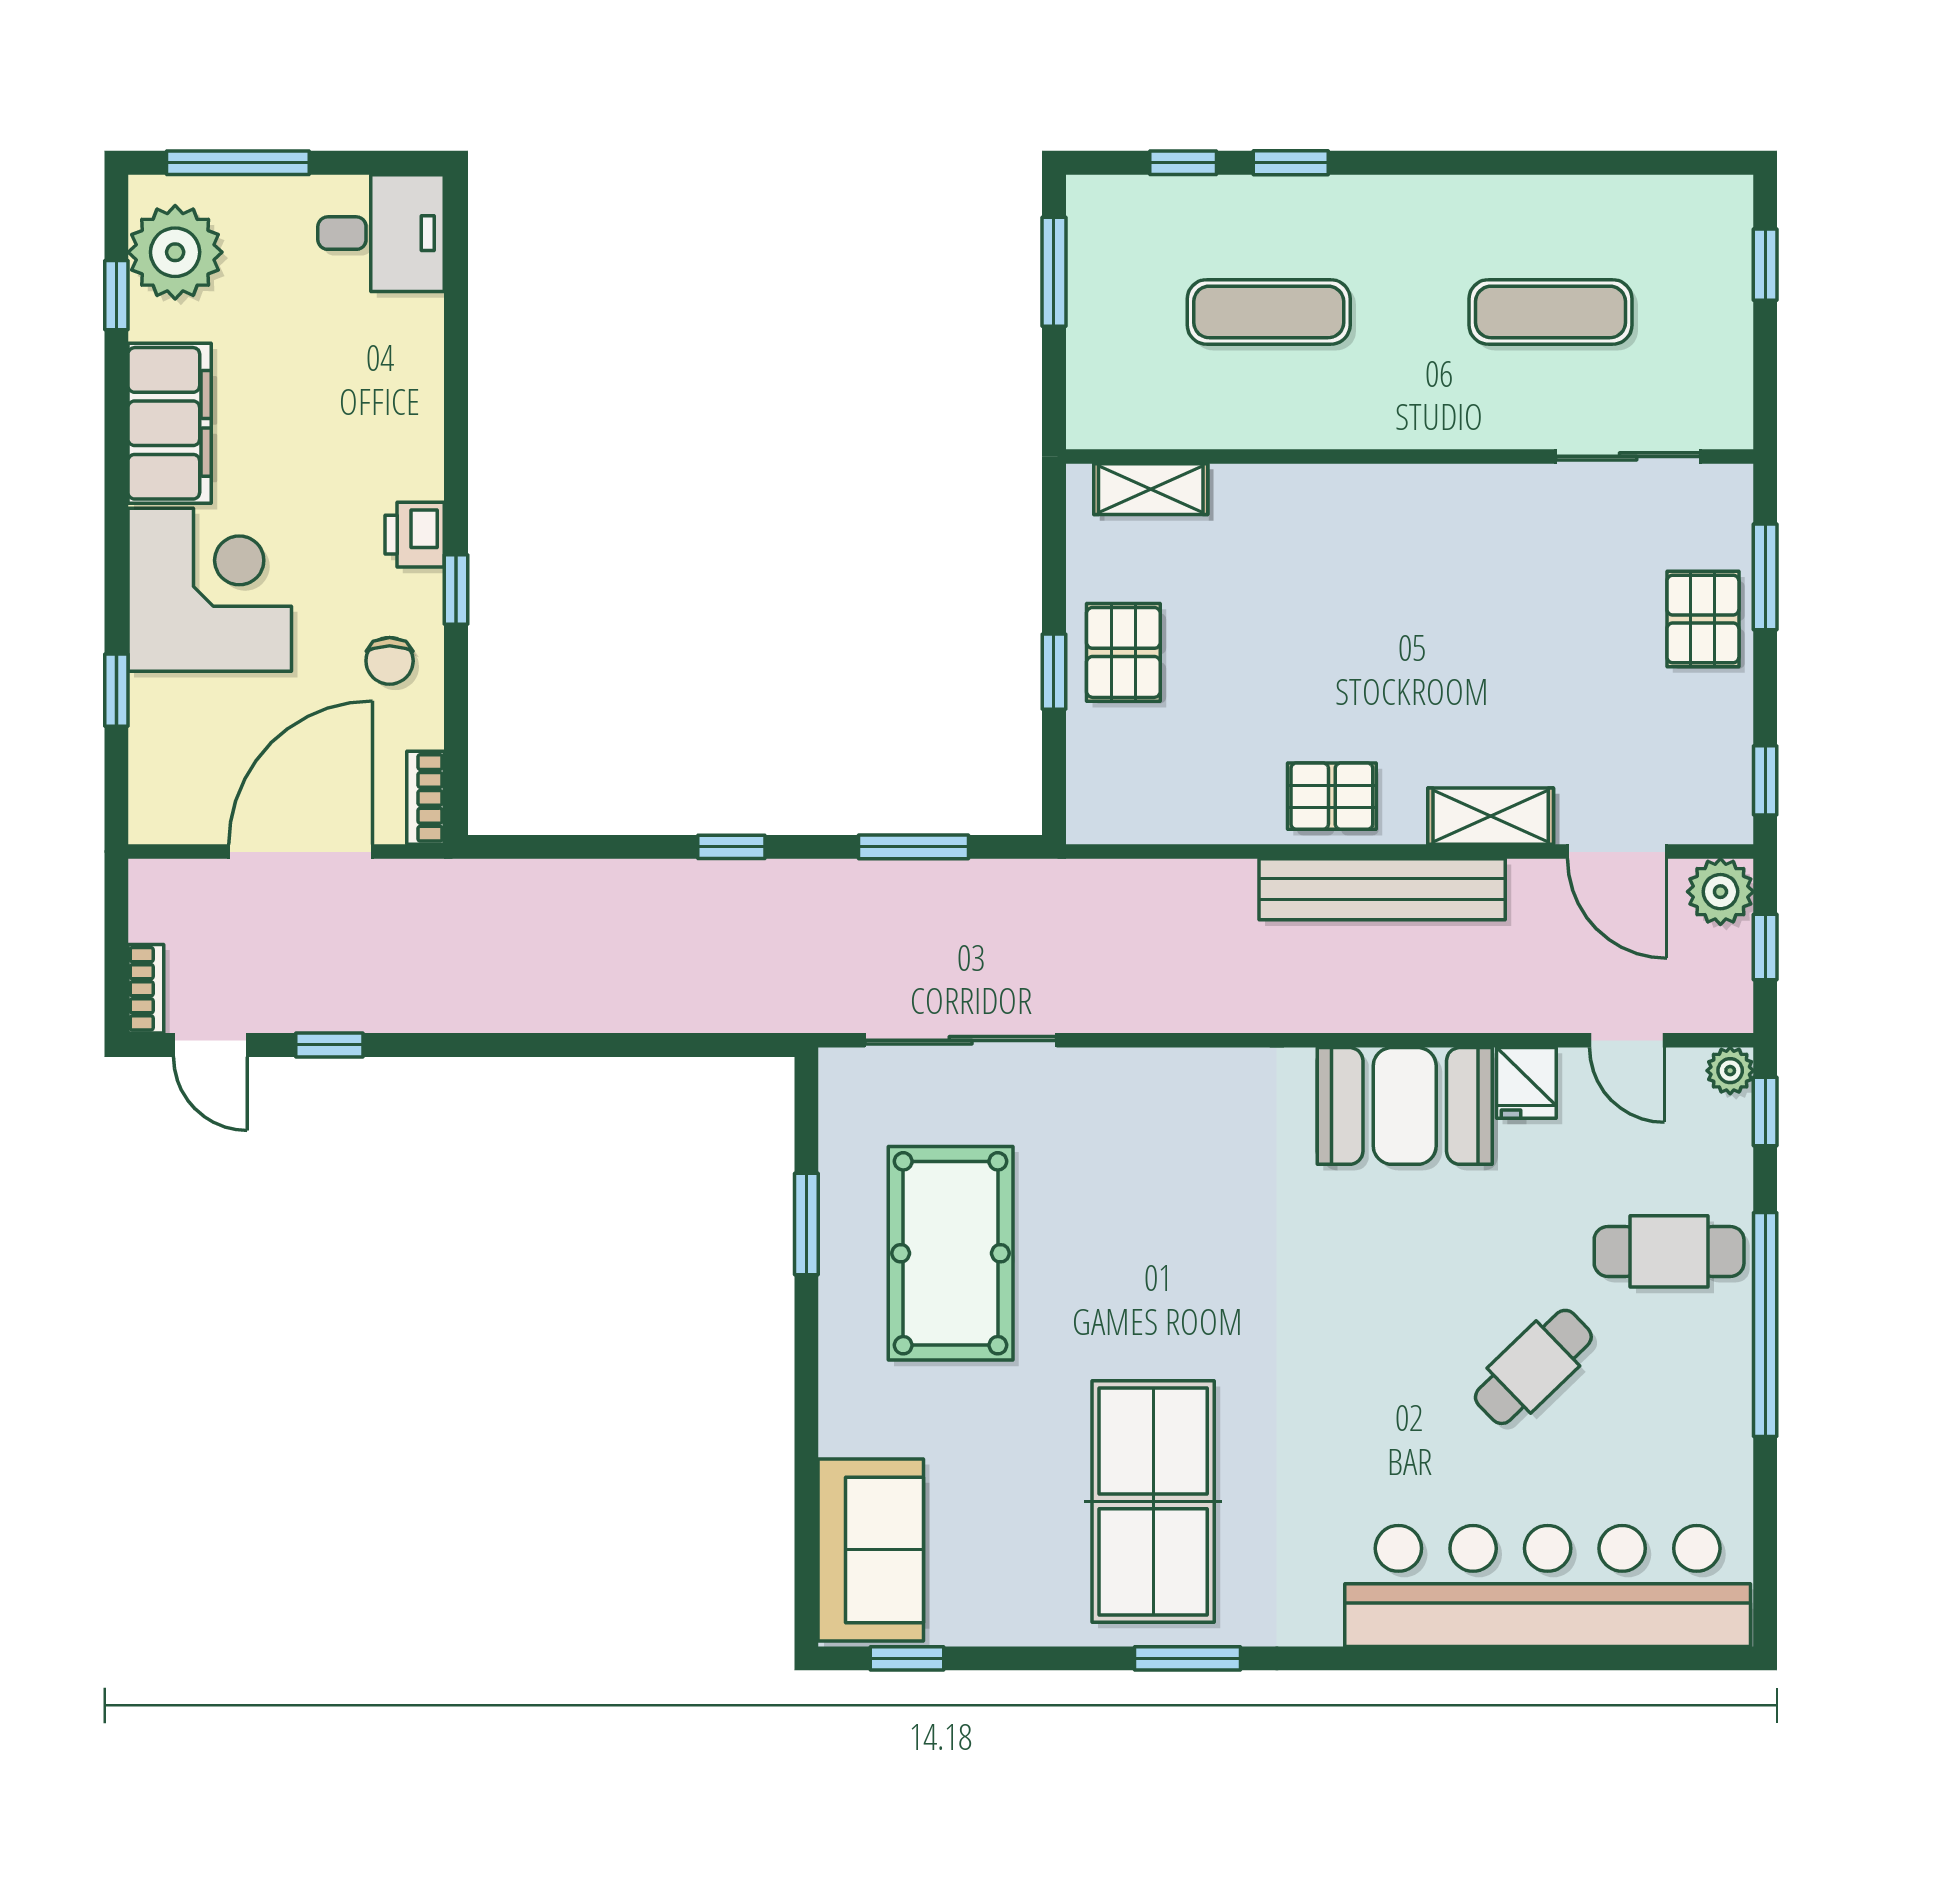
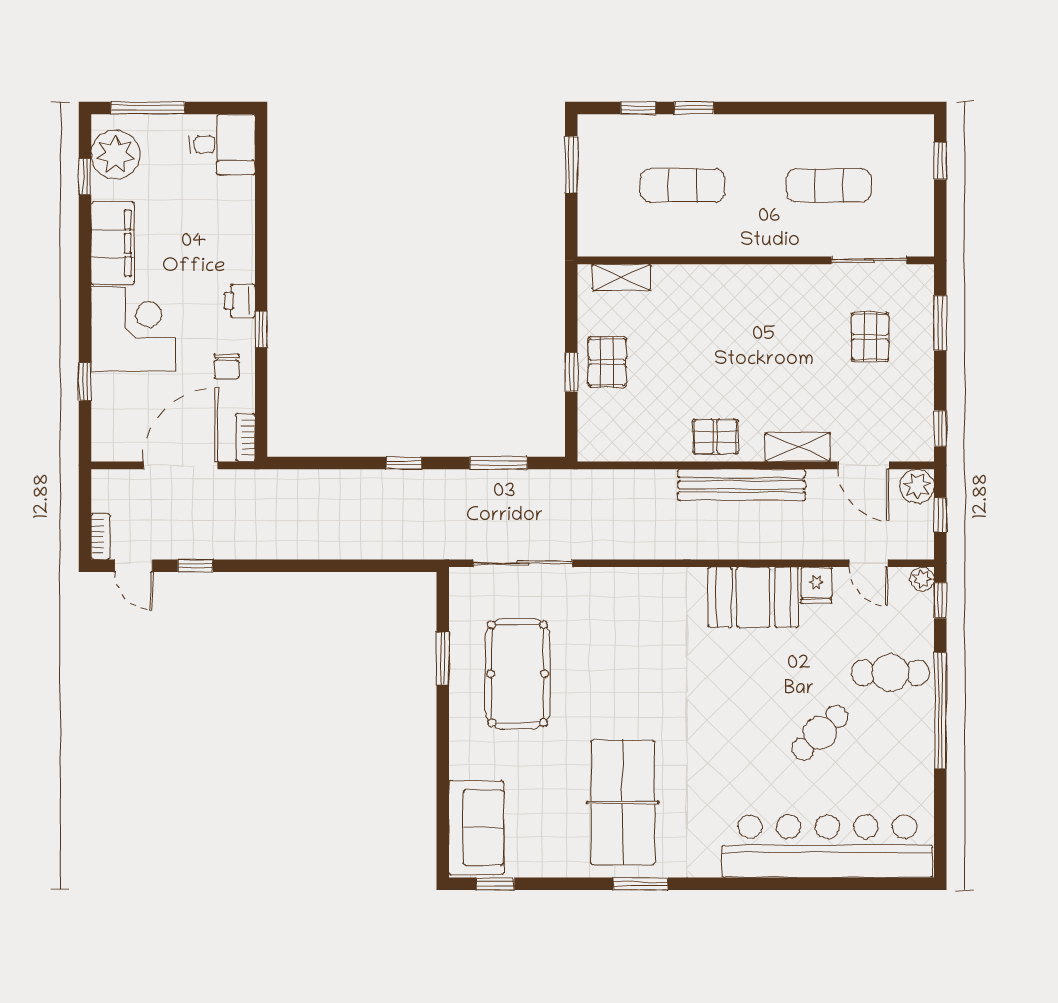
pallet: (1703, 619) -> (870, 337), moved

